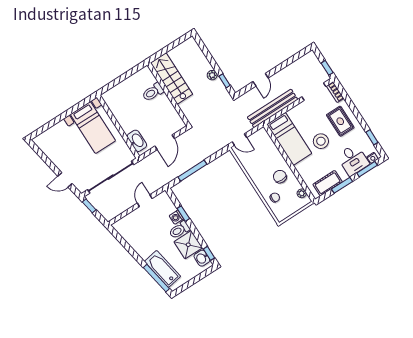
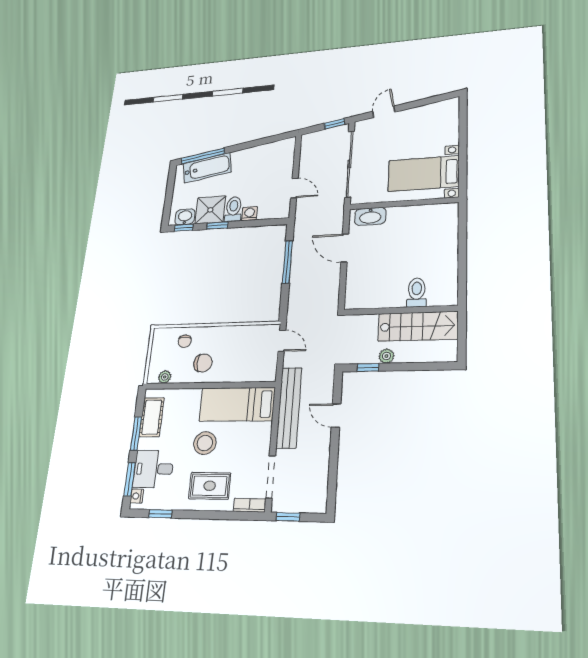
stairs: (172, 78) -> (418, 326), moved
toilet: (153, 92) -> (417, 292), moved
wall: (168, 94) -> (400, 310), moved
door: (239, 140) -> (282, 341), swing flipped
window: (183, 214) -> (217, 226), moved

